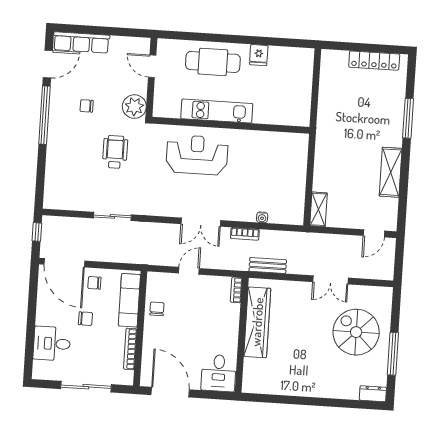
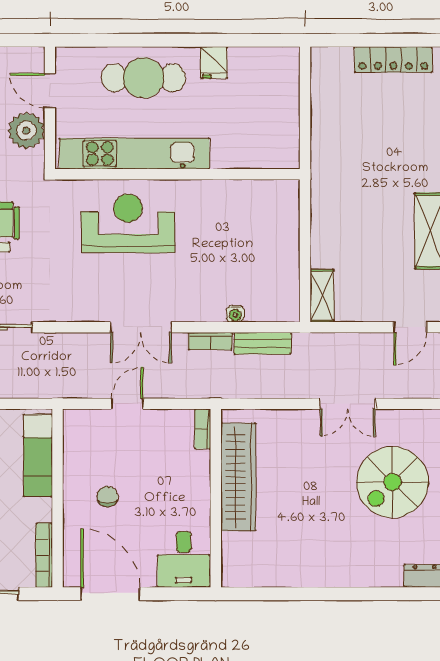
plant: (134, 107) -> (26, 131), moved
kitchen unit: (217, 111) -> (134, 154), width x1.36
bench: (268, 266) -> (263, 343), moved
chair: (157, 309) -> (107, 496), moved
spiral stairs: (356, 332) -> (392, 482), turned -90
bookcase: (130, 349) -> (44, 555), moved

